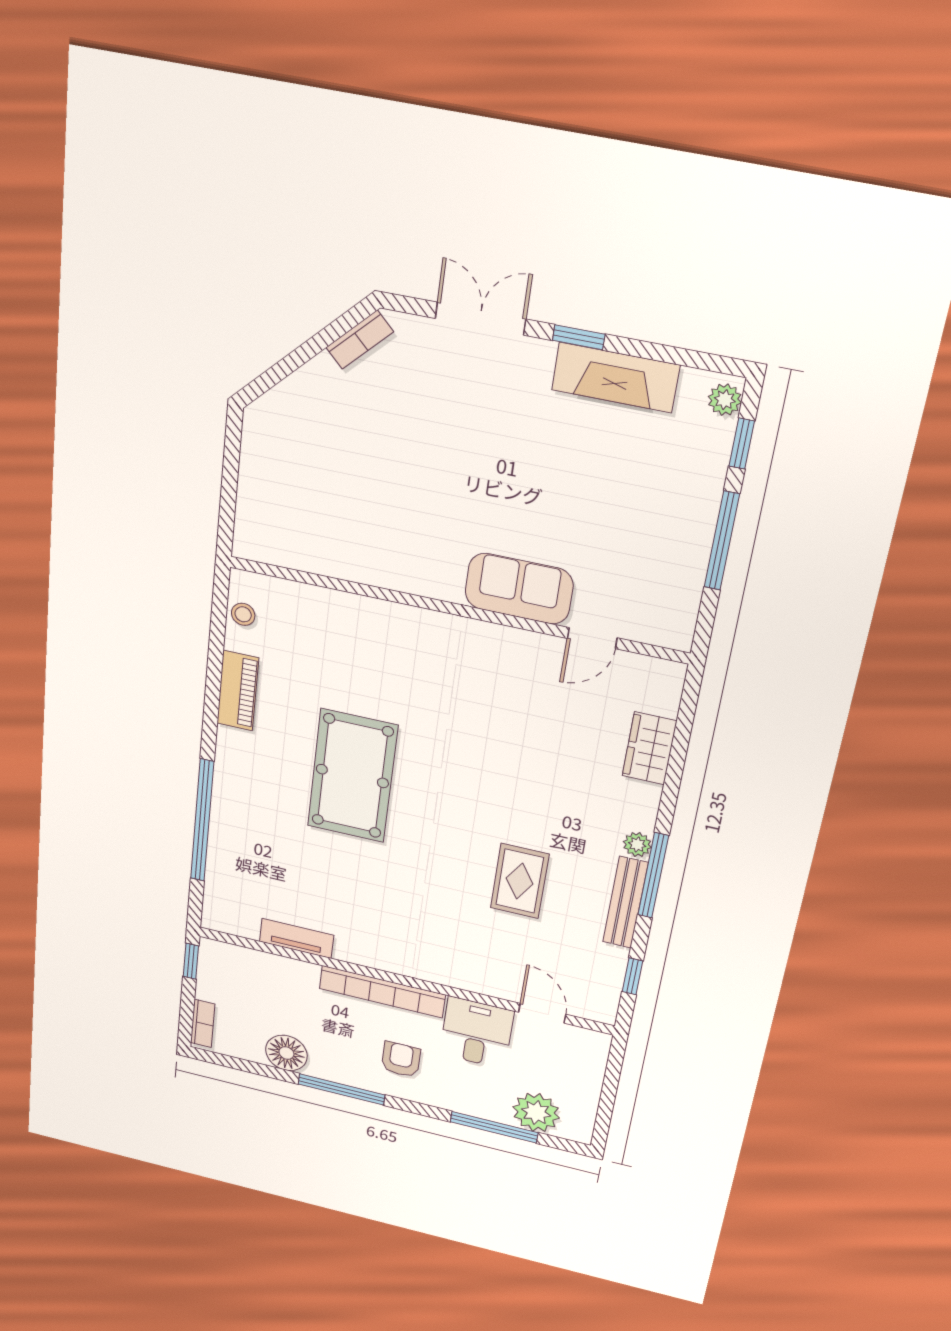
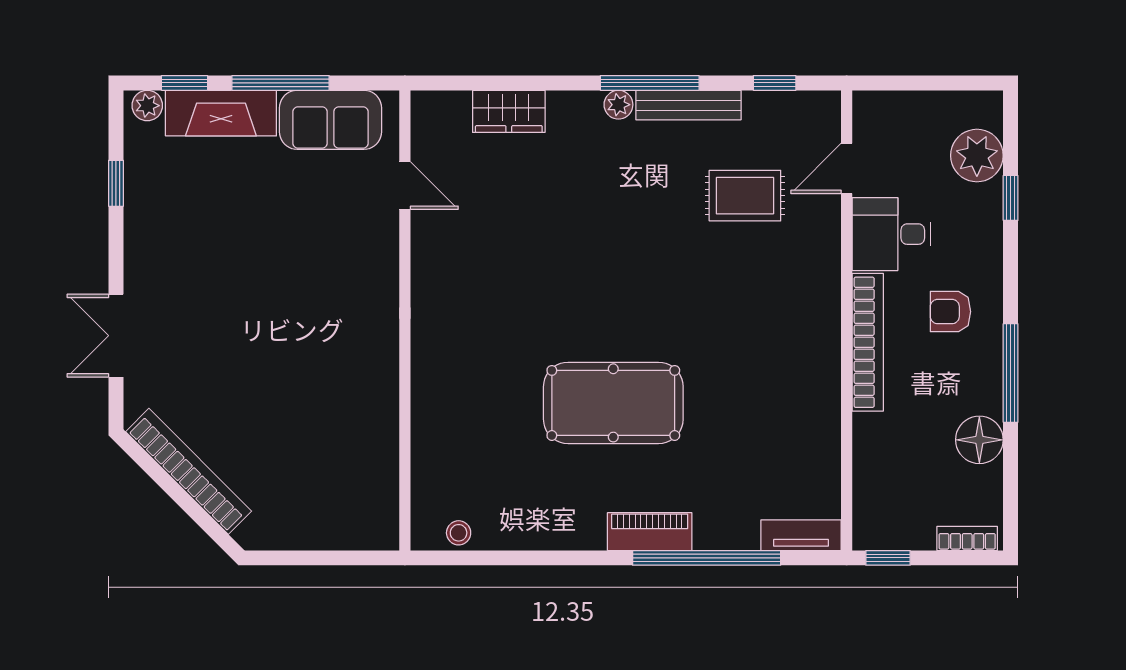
window: (579, 337) -> (116, 183), moved
bookcase: (360, 340) -> (189, 471), width x2.31, depth x1.31
fireplace: (616, 377) -> (221, 113), moved, turned 90
sofa: (519, 589) -> (330, 120), moved, turned -90
piano: (238, 691) -> (650, 532), moved
rug: (520, 881) -> (745, 196), moved
tv unit: (297, 938) -> (801, 535), moved, turned 90
window: (494, 1127) -> (1011, 198), width x0.46

